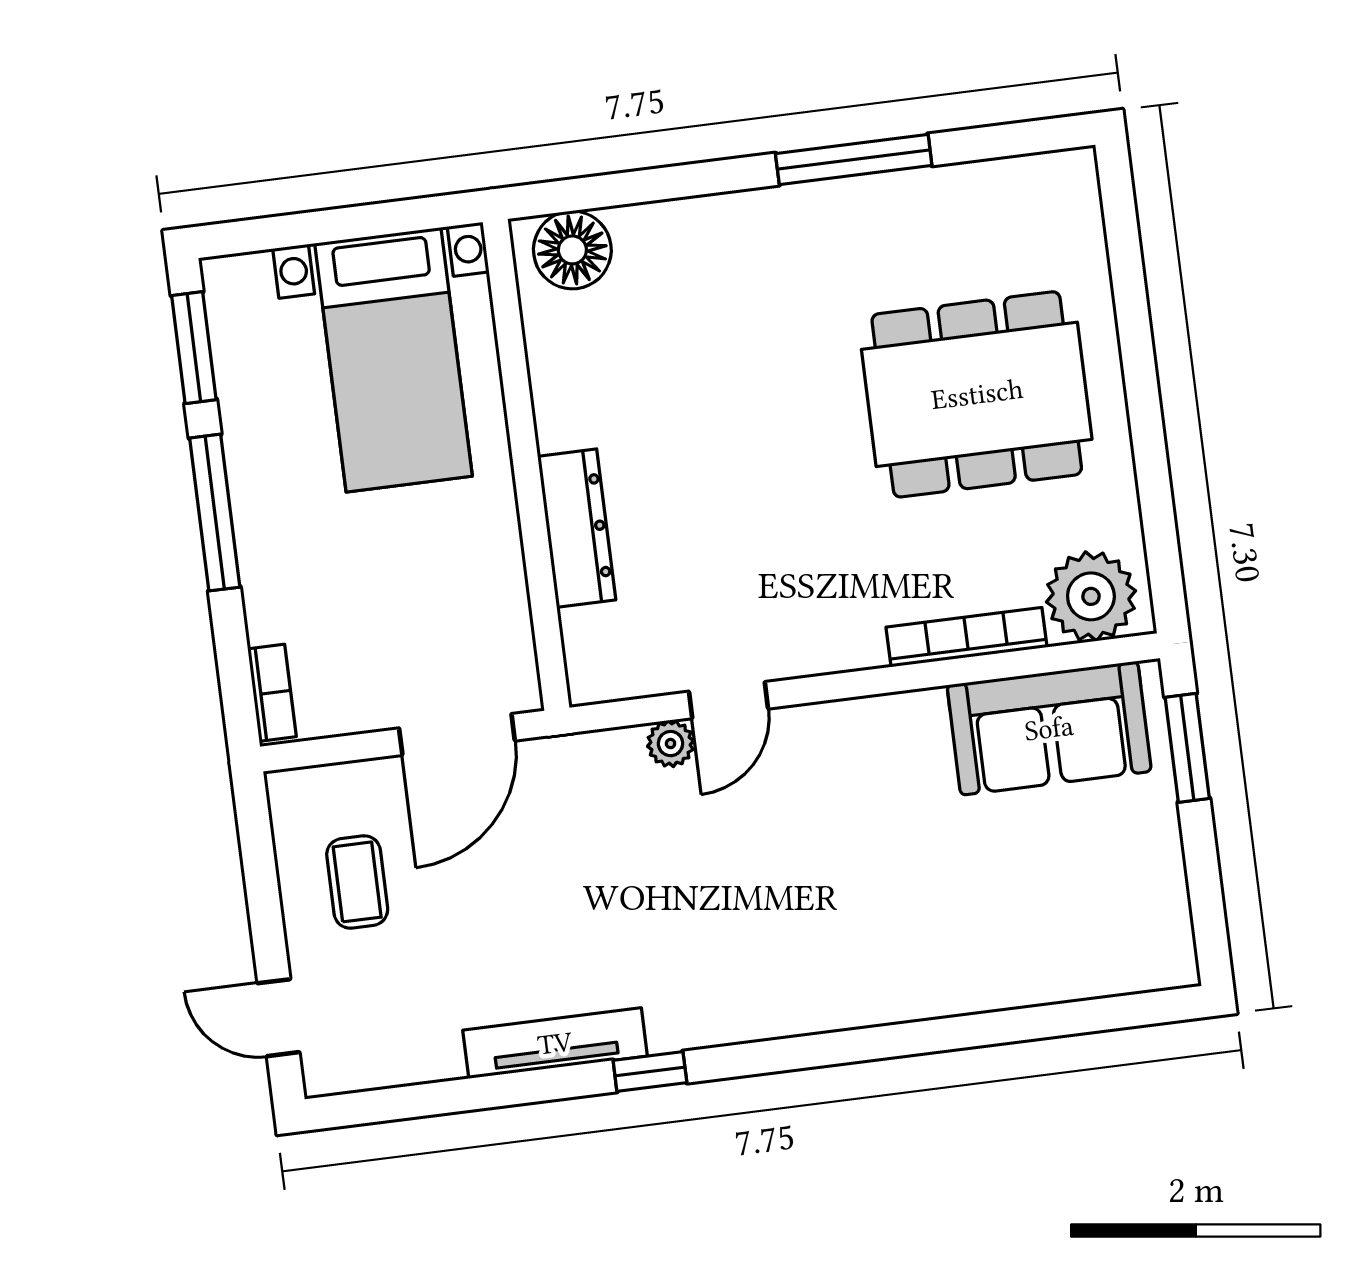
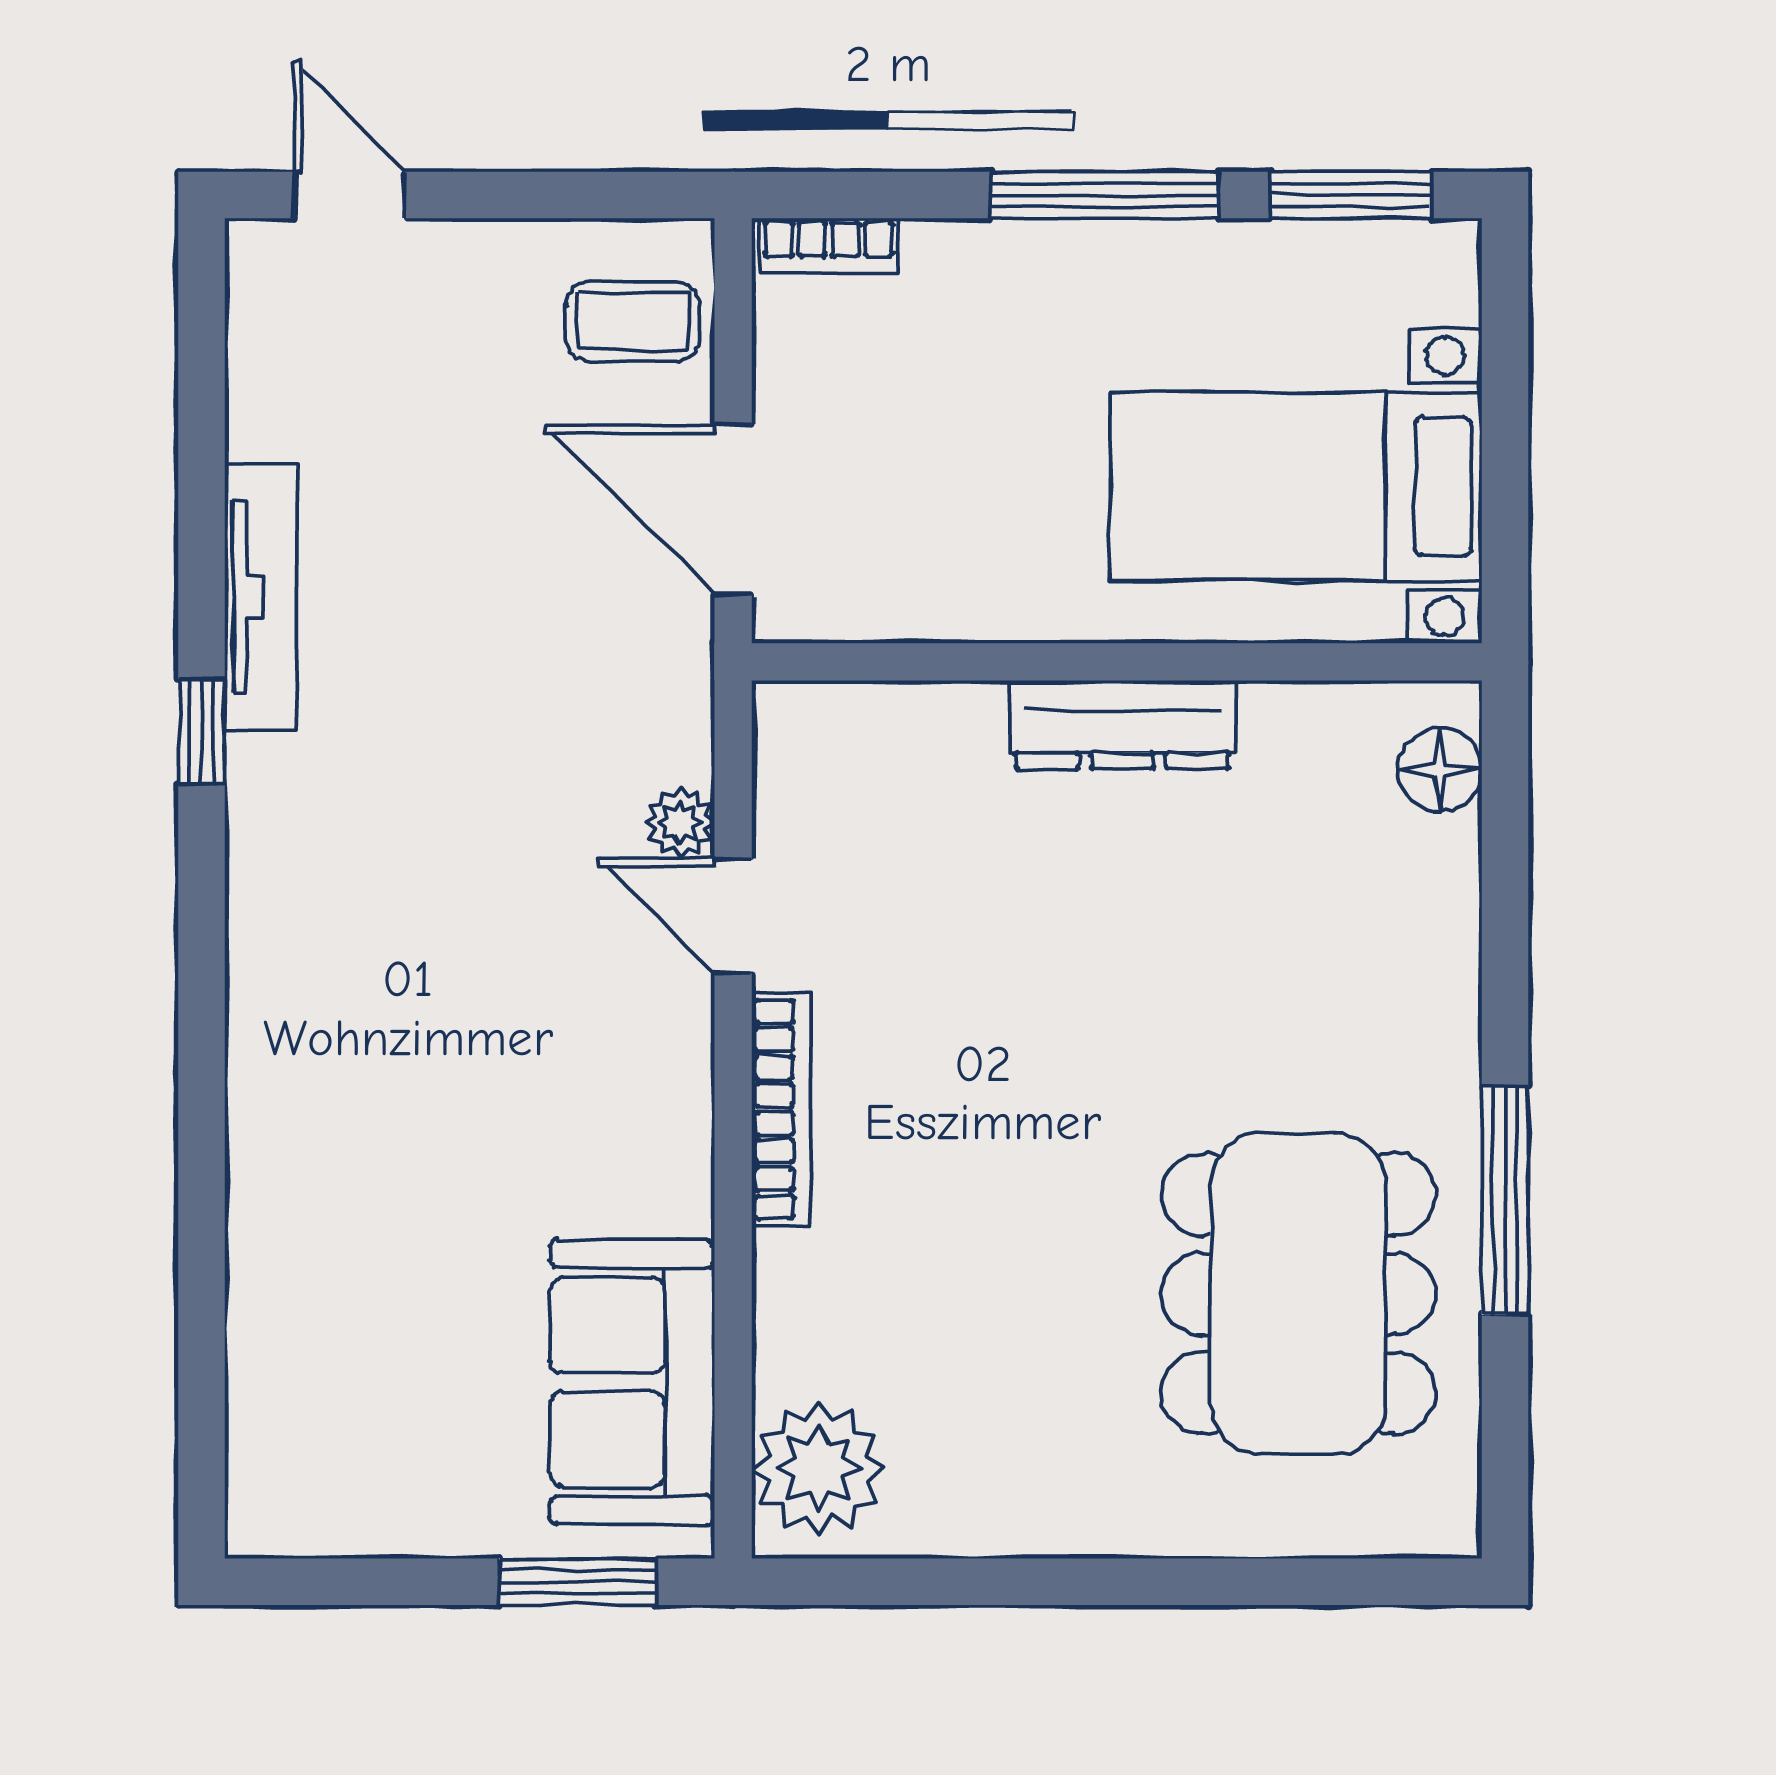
floor lamp: (572, 250) -> (1440, 770), width x0.73, depth x0.73
dining table: (977, 394) -> (1298, 1294), moved
dresser: (577, 528) -> (1122, 725), moved
bookcase: (967, 637) -> (781, 1109), moved
coffee table: (357, 882) -> (633, 322), moved
door: (279, 1018) -> (350, 195), hinge flipped

